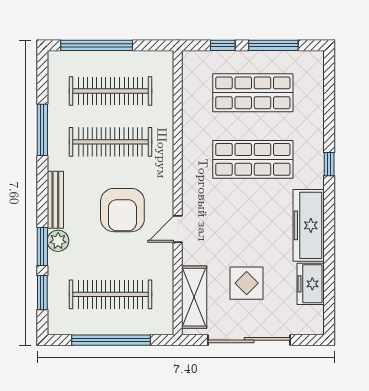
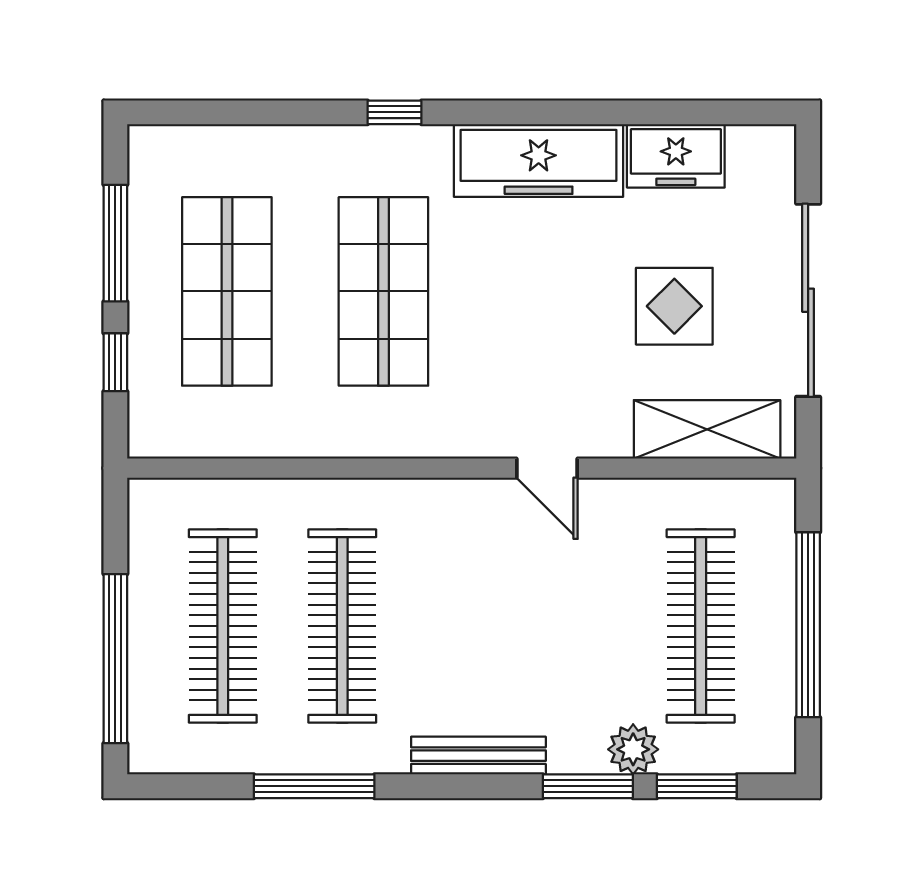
armchair: (122, 210) -> (503, 598), removed
plant: (58, 241) -> (633, 749), moved

